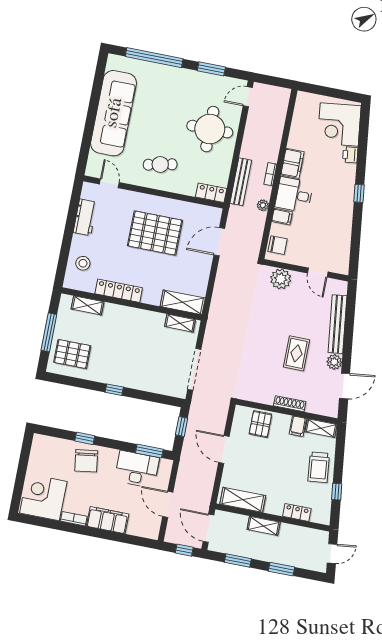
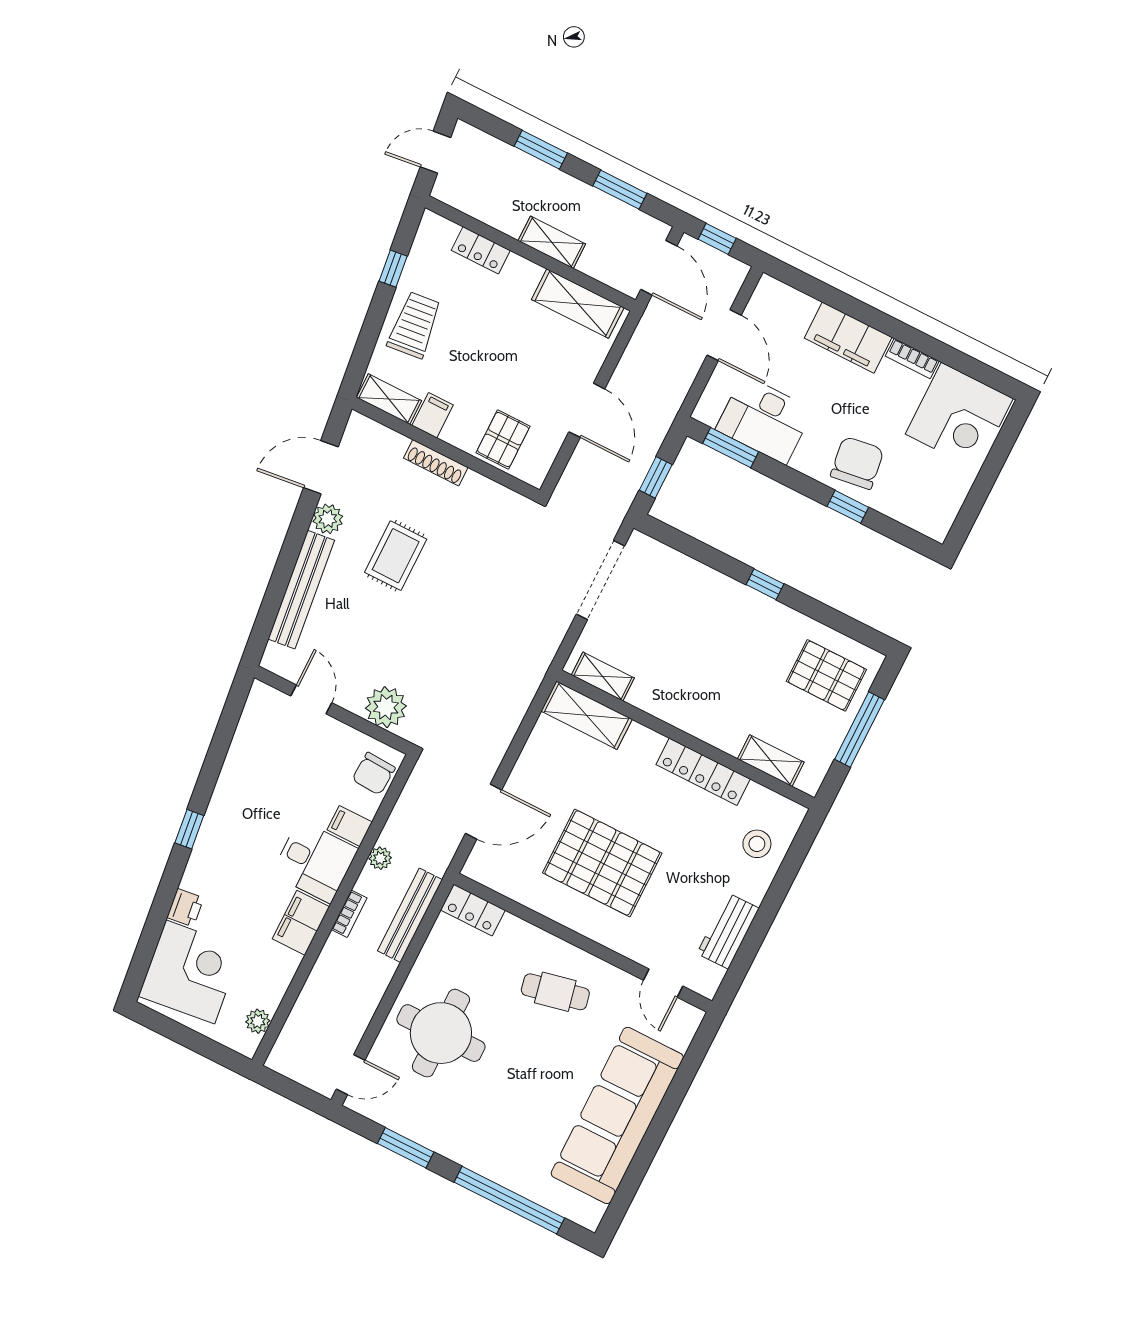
plant: (300, 110) -> (258, 1021), added
chair: (278, 245) -> (374, 774), turned -87

